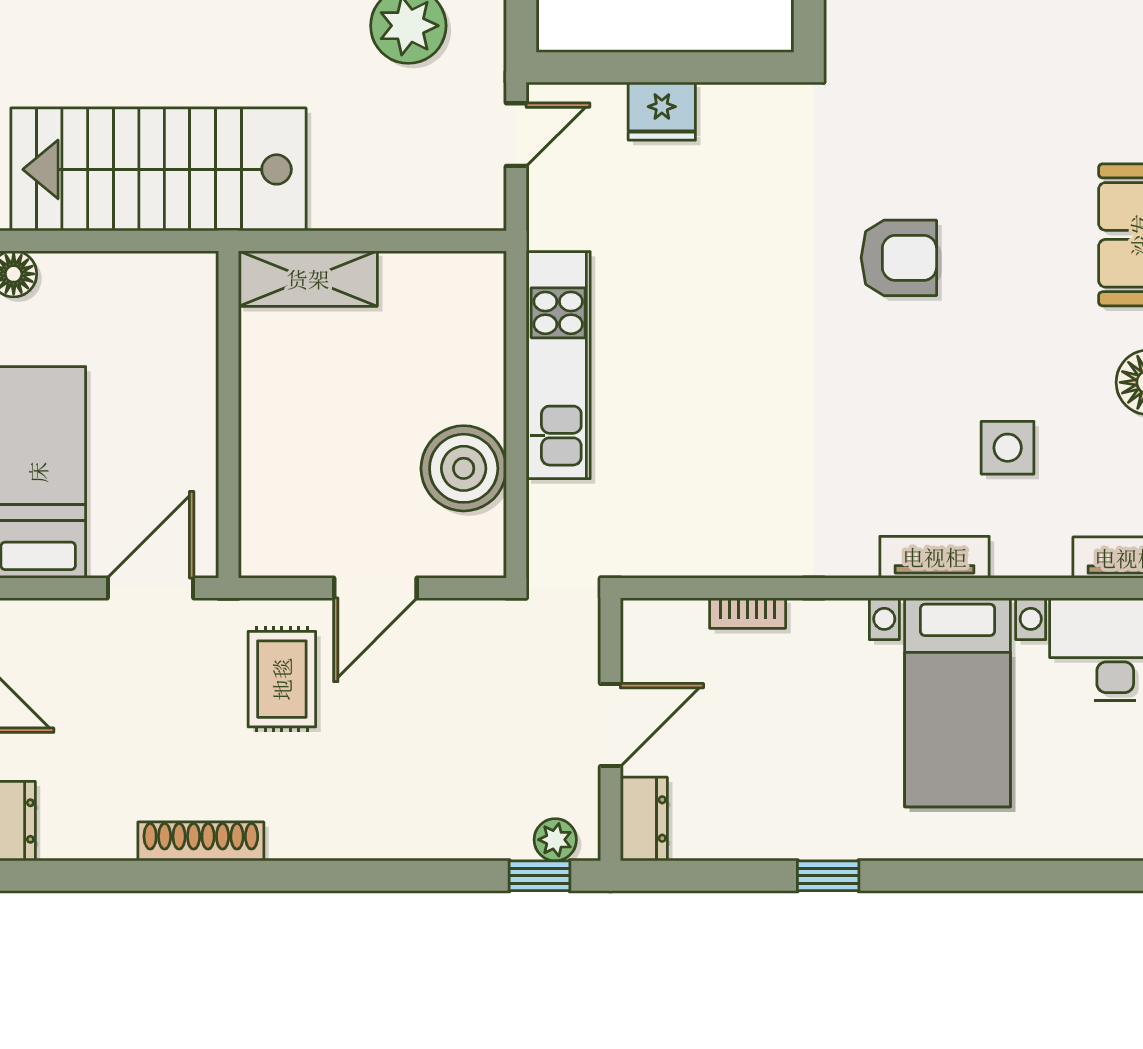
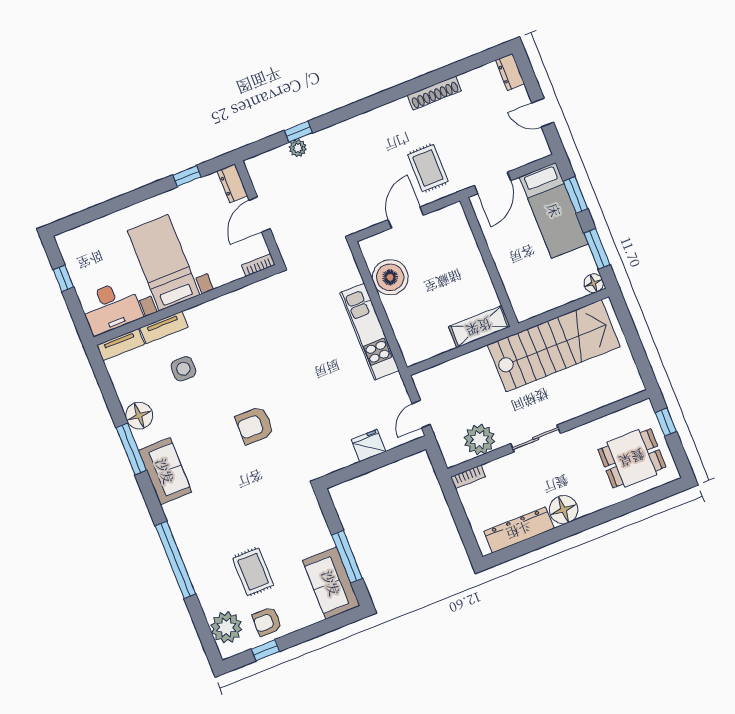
tv unit: (935, 557) -> (164, 328), moved
door: (610, 725) -> (260, 214), moved
wall: (610, 729) -> (259, 213), moved
dresser: (644, 819) -> (232, 183), moved

